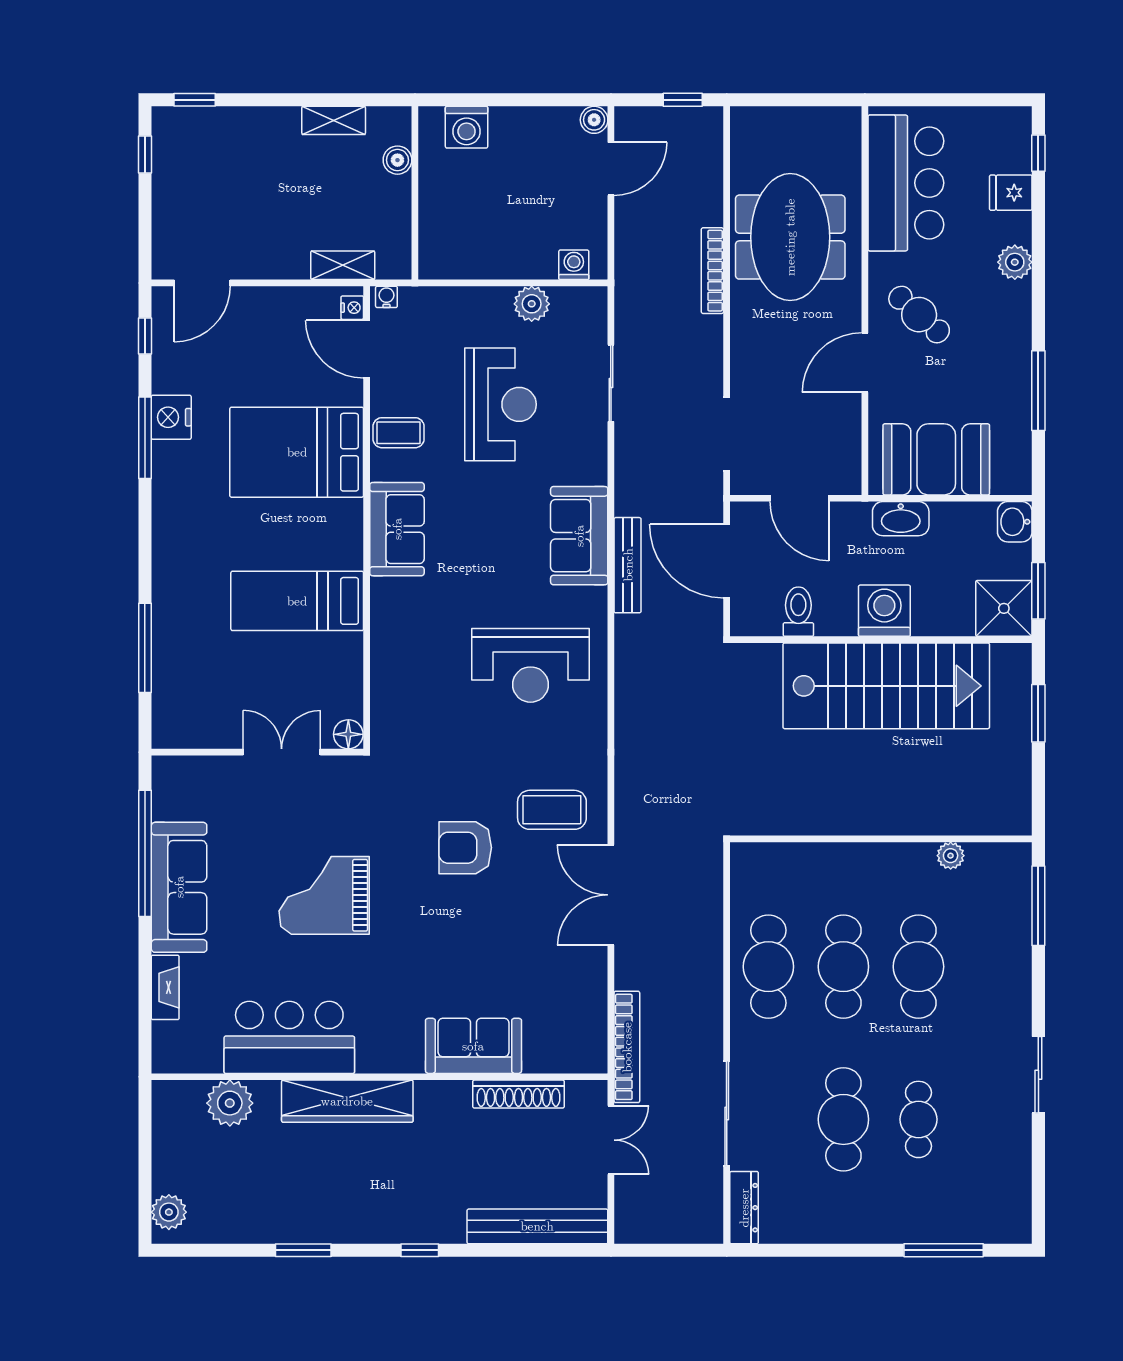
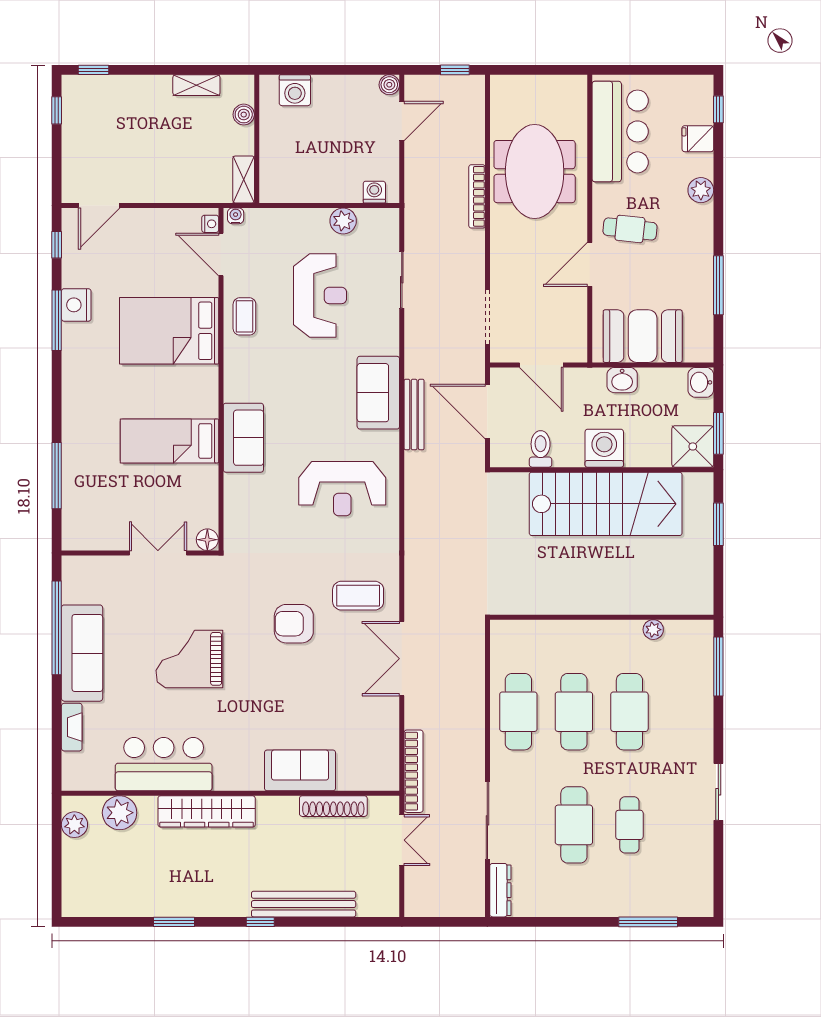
shelving: (343, 265) -> (244, 179), moved, turned 90
cafe table: (919, 315) -> (630, 229), turned -36
coffee table: (399, 433) -> (244, 316), turned 90
washbasin: (901, 519) -> (622, 380), width x0.72
sofa: (397, 529) -> (243, 438), moved
plant: (169, 1212) -> (74, 825), moved
bench: (537, 1226) -> (304, 904), moved

